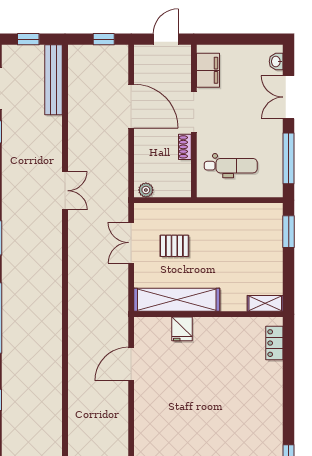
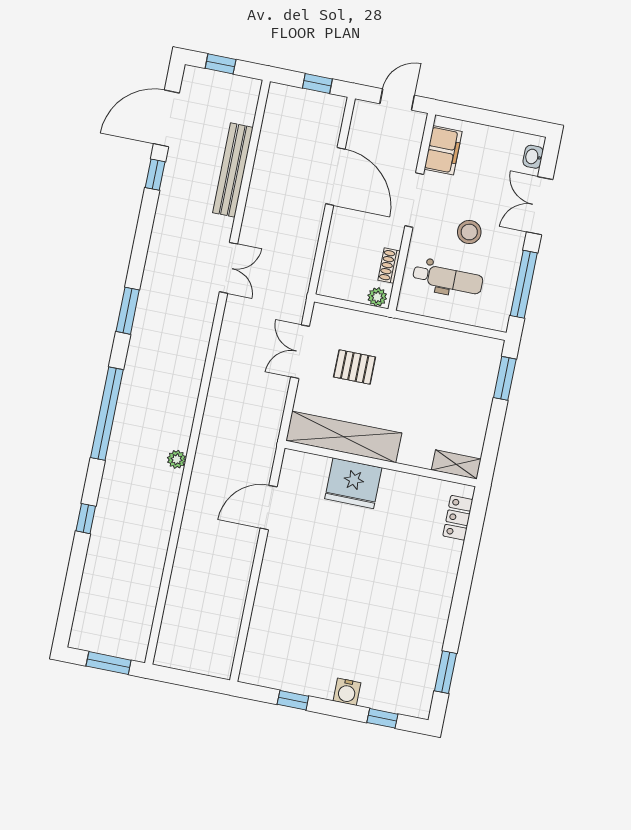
bench: (54, 80) -> (233, 170), moved
stool: (240, 127) -> (469, 232), added
shoe rack: (185, 147) -> (389, 266), moved
plant: (146, 190) -> (377, 297), moved
fridge: (182, 329) -> (353, 483), width x1.88, depth x1.34
plant: (55, 342) -> (177, 459), added

